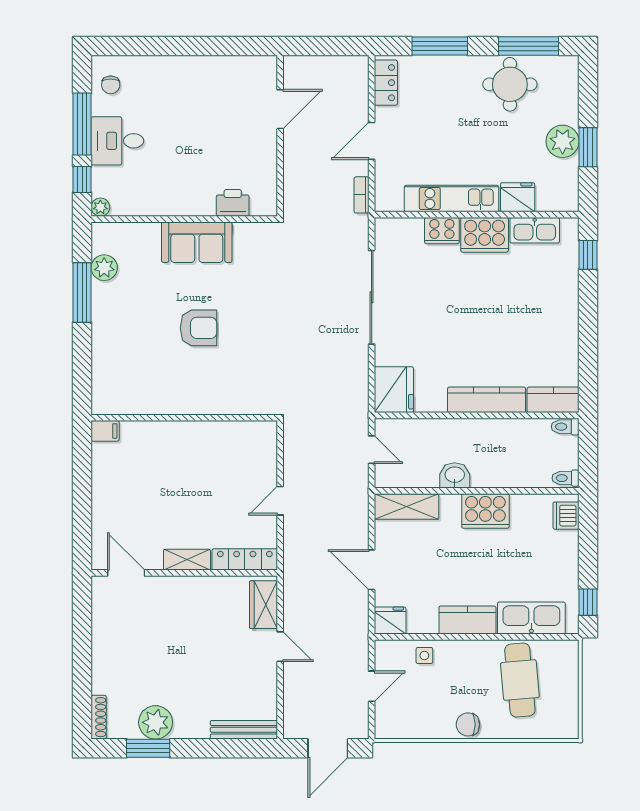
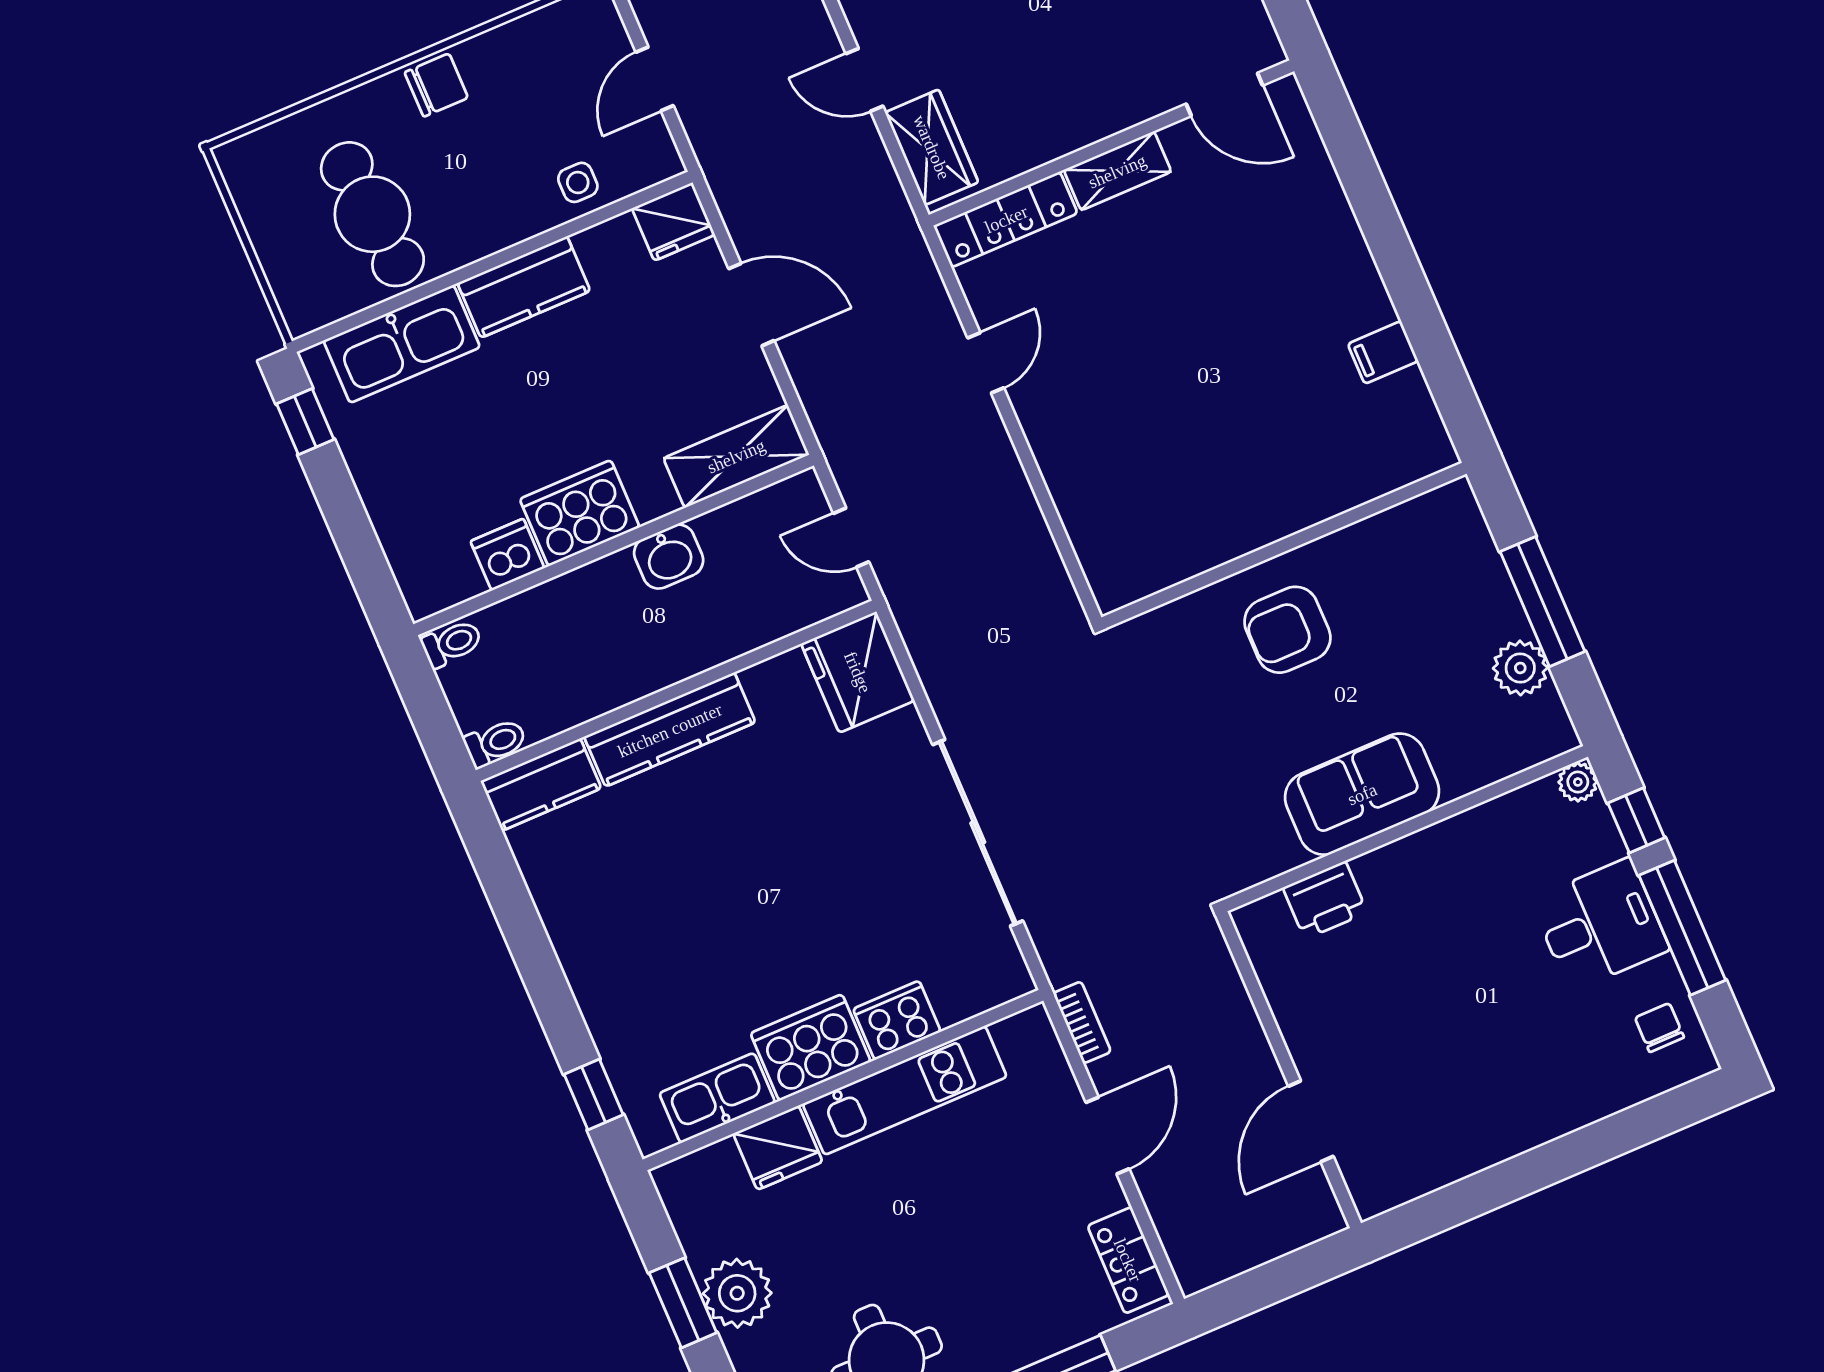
wall: (184, 418) -> (1284, 545), moved
dishwasher: (566, 516) -> (507, 555), moved, turned -90

